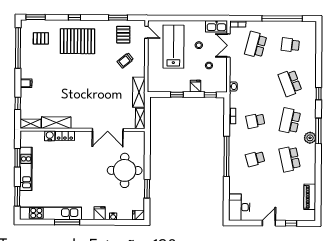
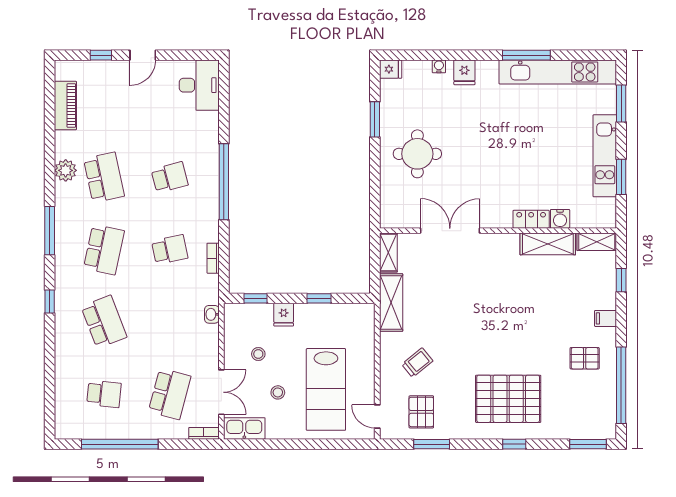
pallet: (41, 38) -> (585, 358), moved
plant: (310, 138) -> (66, 170), moved
round table: (125, 170) -> (417, 154), width x0.73, depth x0.73

